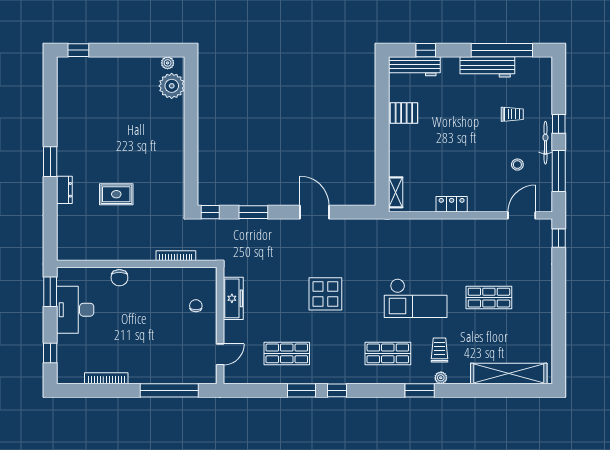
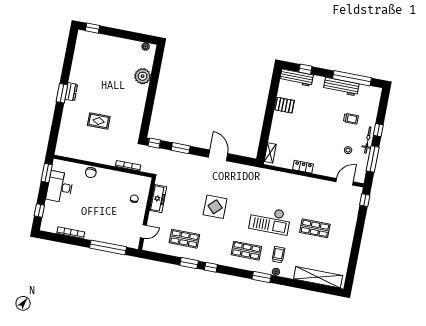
plant: (172, 86) -> (143, 76), moved
dresser: (64, 190) -> (71, 92), moved

